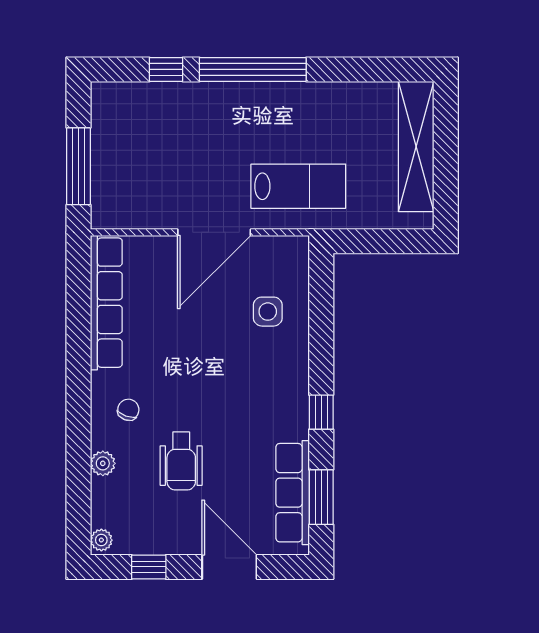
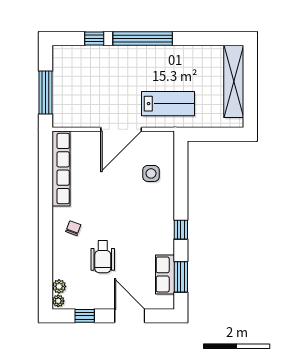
plant: (103, 463) -> (59, 286), moved
row of seats: (293, 493) -> (165, 274), width x0.68

